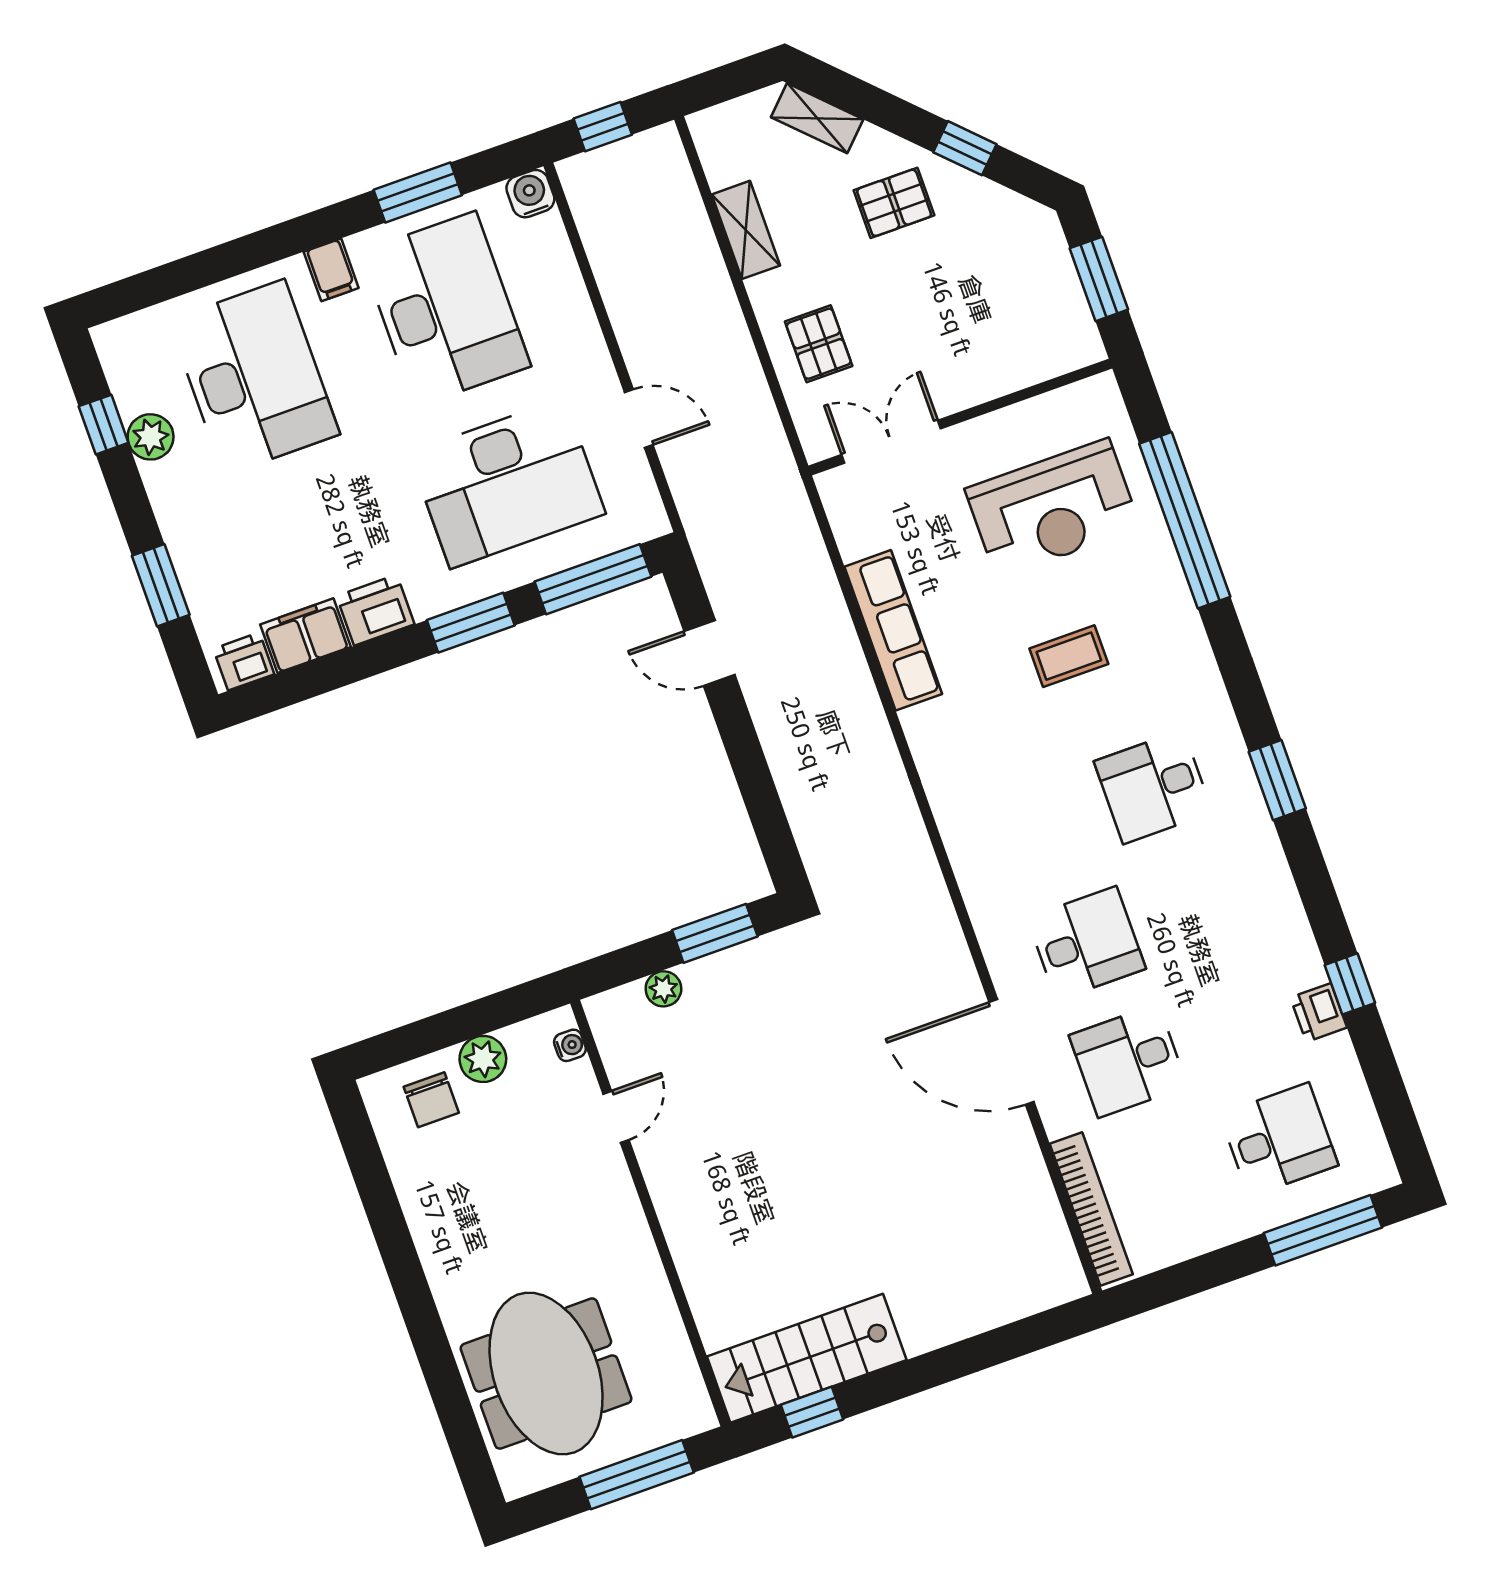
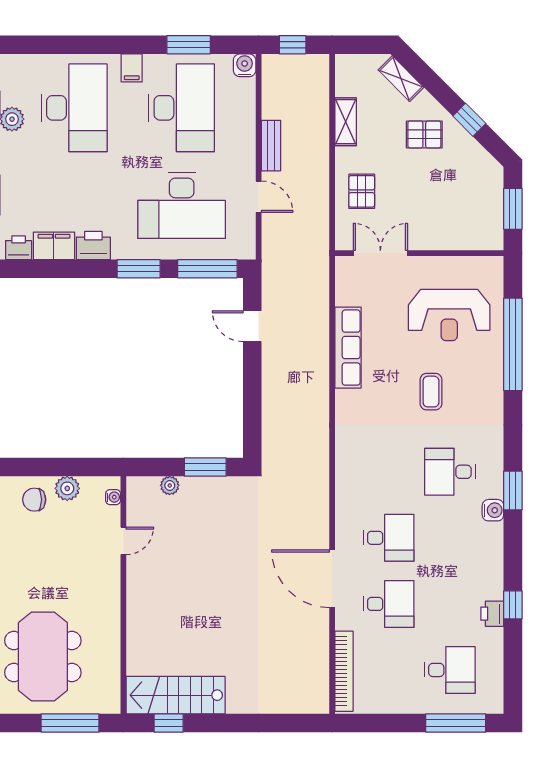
bench: (628, 320) -> (271, 146), added
coffee table: (1069, 656) -> (431, 392), turned 90
water cooler: (1254, 828) -> (493, 510), added
desk: (1128, 1061) -> (389, 604), turned 180
chair: (431, 1100) -> (34, 500), turned 90

